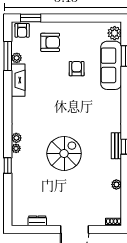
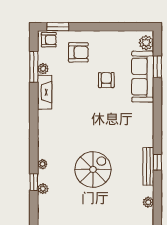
armchair: (22, 30) -> (49, 40), turned -90
plant: (16, 138) -> (43, 189), moved
bench: (116, 146) -> (148, 166), width x1.36

